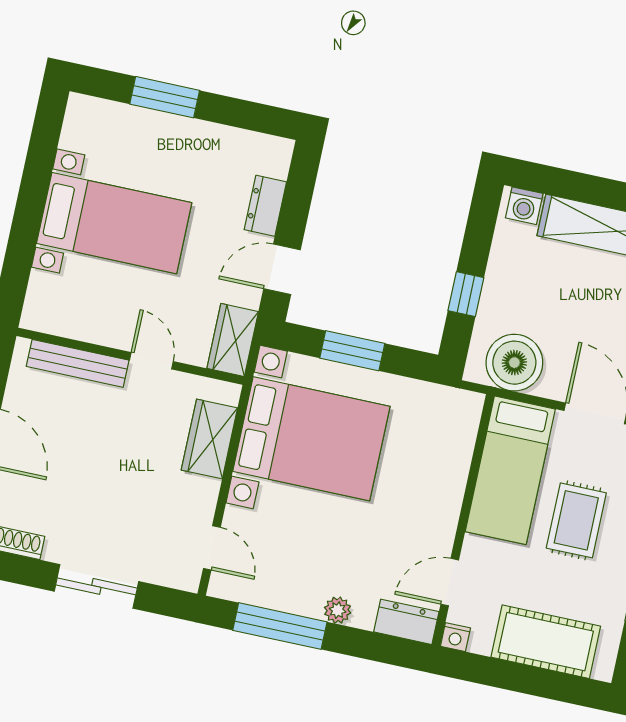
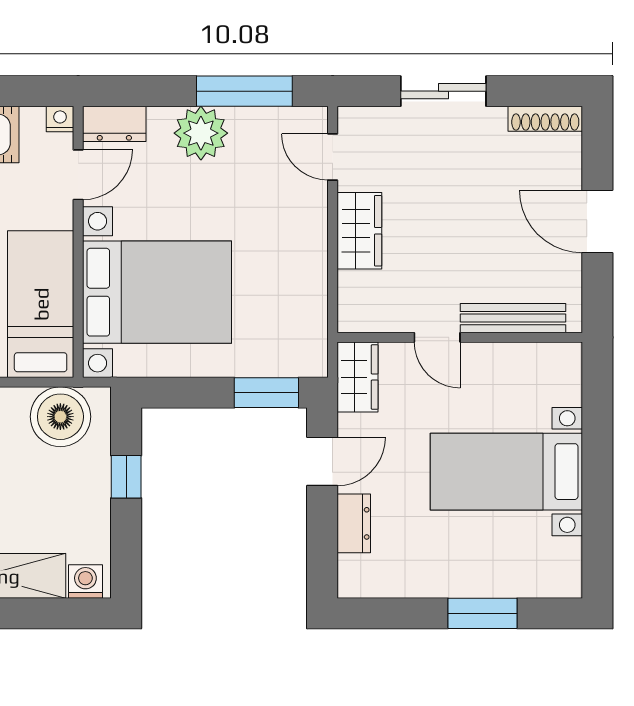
window: (352, 351) -> (266, 393), moved
wardrobe: (209, 439) -> (359, 231), moved
bed with nightstands: (311, 439) -> (157, 292), moved, turned 180
plant: (338, 610) -> (201, 133), width x1.88, depth x1.88

